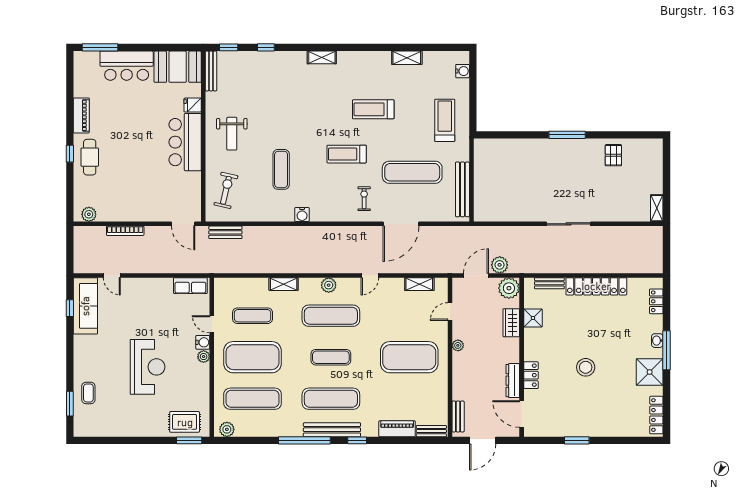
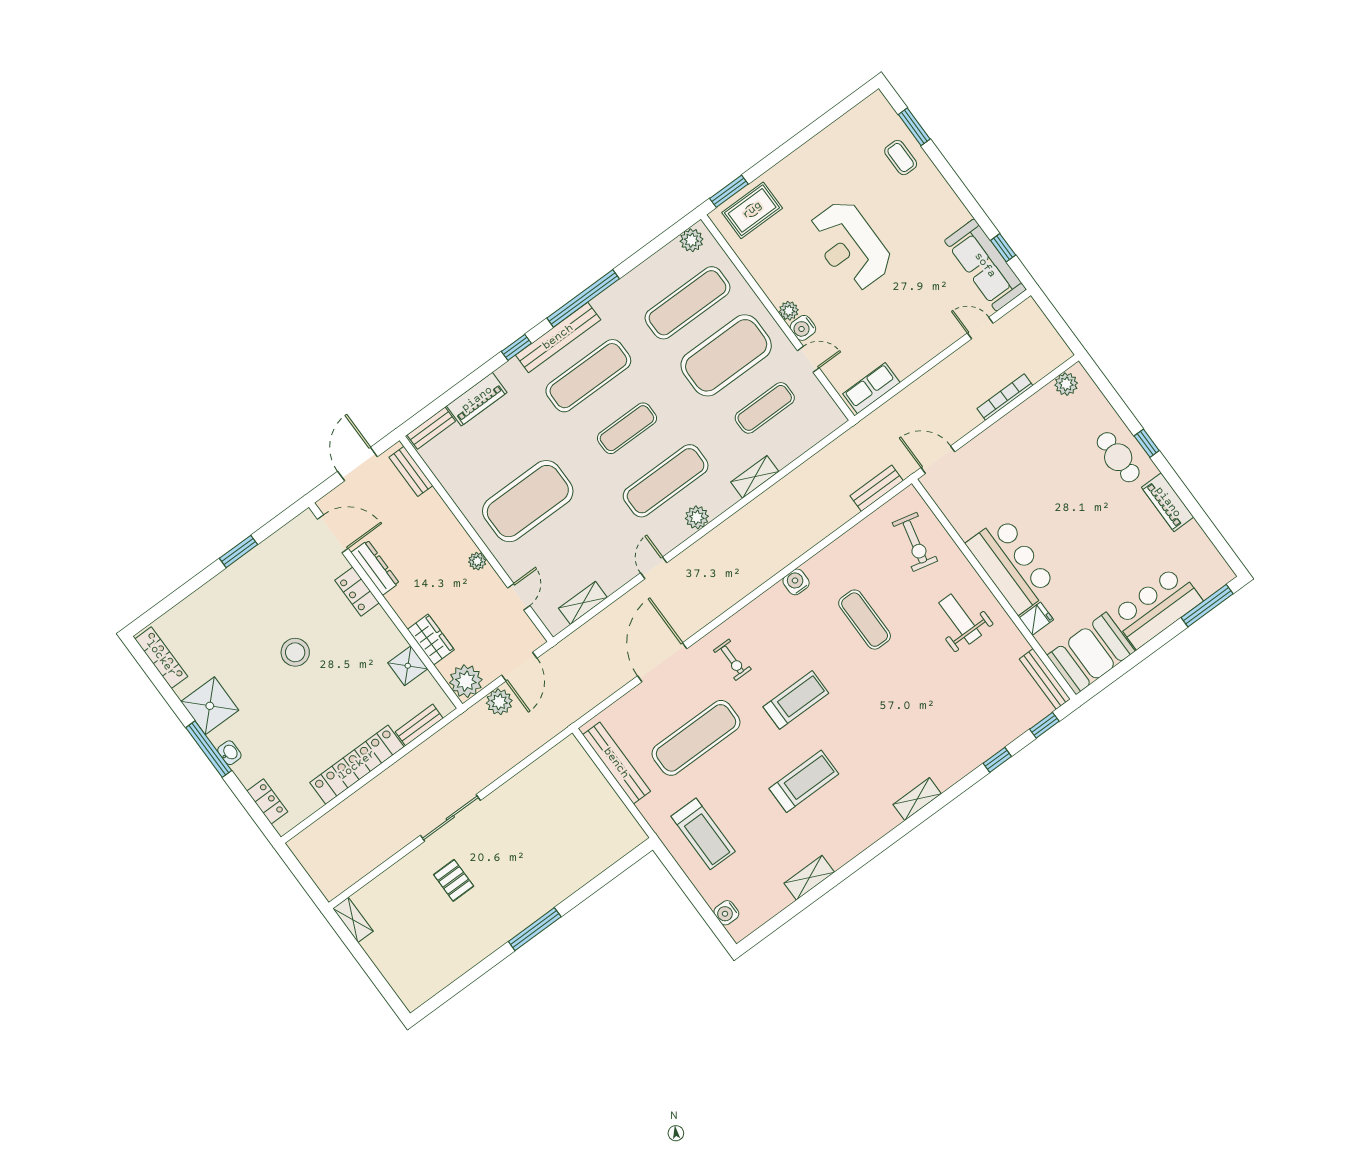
pallet: (613, 155) -> (454, 880), moved

